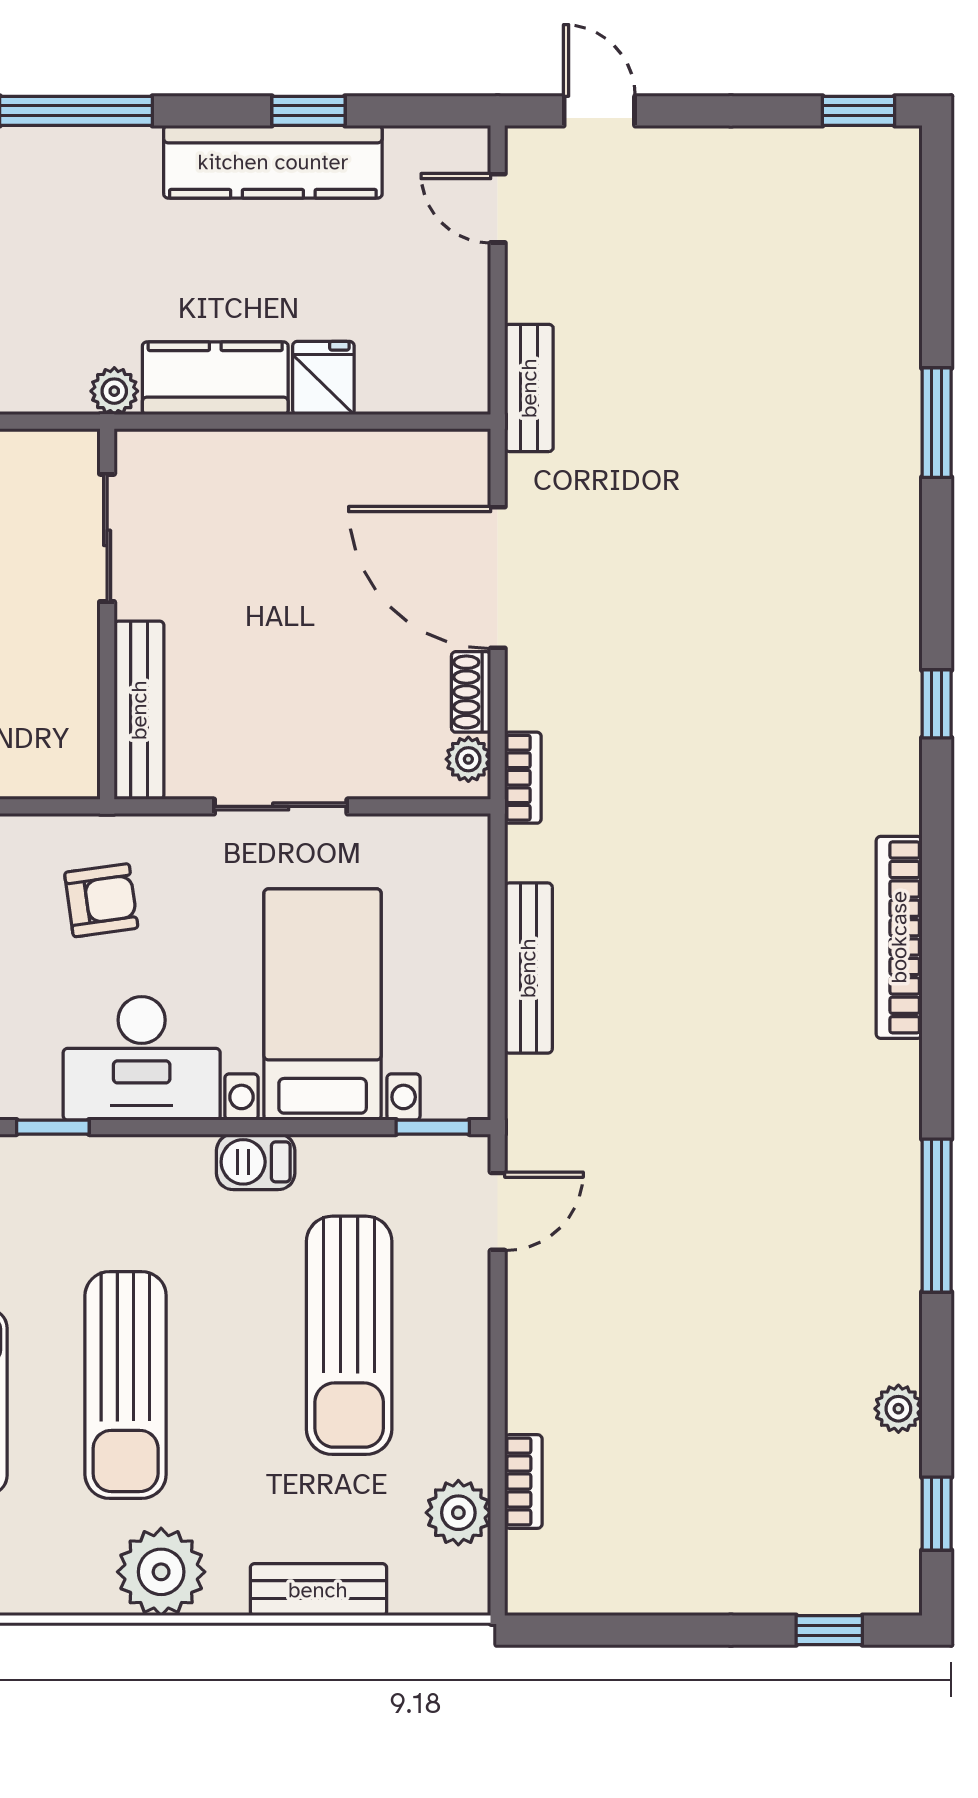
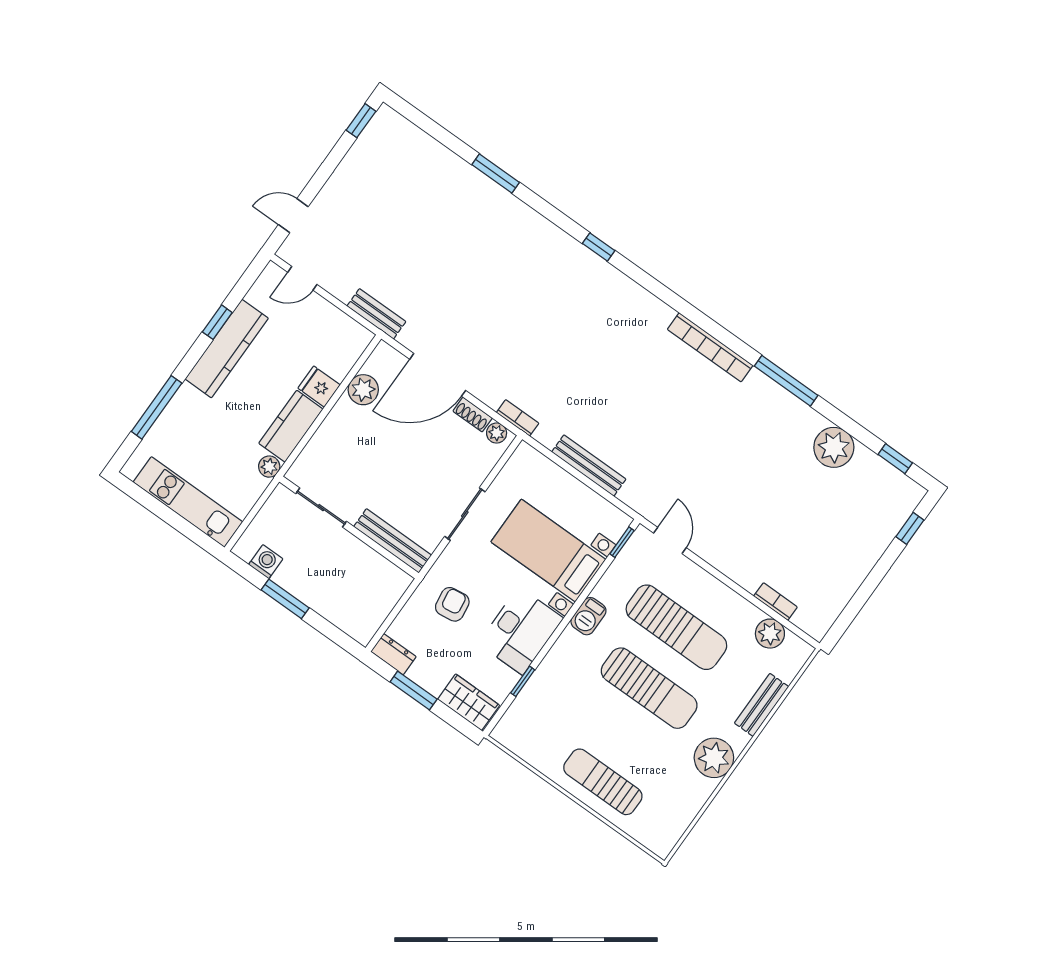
plant: (375, 462) -> (363, 390), added
bookcase: (899, 937) -> (710, 347), moved
sun lounger: (126, 1385) -> (649, 688), moved
plant: (898, 1409) -> (834, 447), width x1.88, depth x1.88

